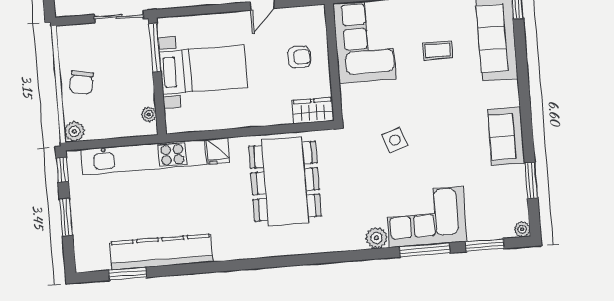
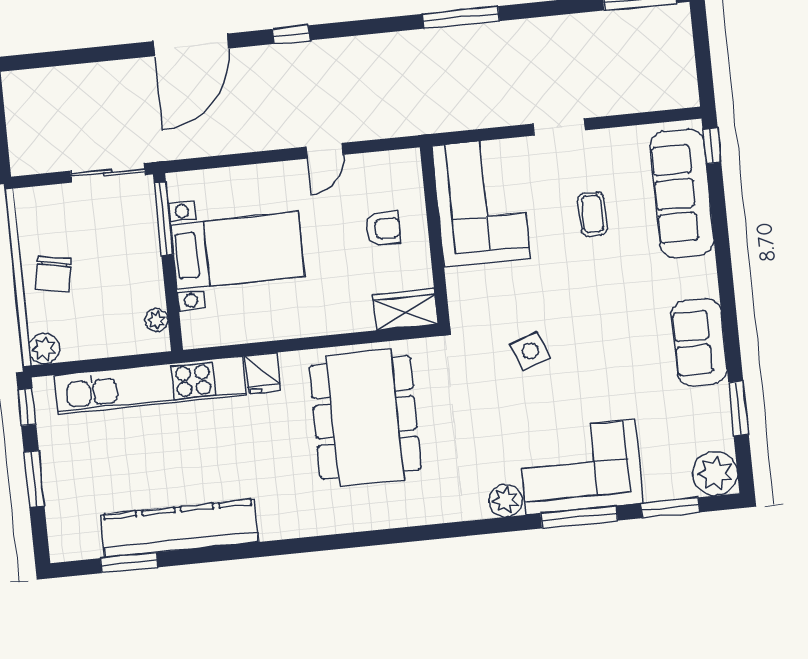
coffee table: (438, 50) -> (593, 214), turned 90
plant: (522, 229) -> (715, 473), width x1.87, depth x1.87

